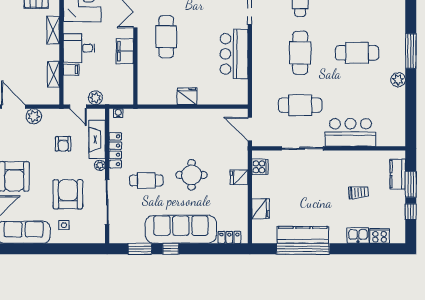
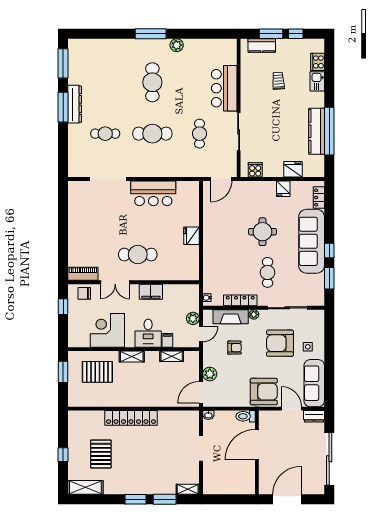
cafe table: (300, 105) -> (200, 134), width x0.73, depth x0.74
fridge: (239, 177) -> (283, 189), moved

